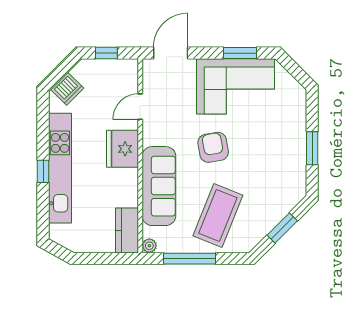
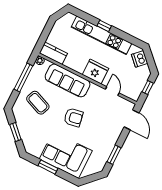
corner sofa: (235, 86) -> (66, 155), moved, turned 90
coffee table: (218, 216) -> (38, 103), width x0.73, depth x0.76

